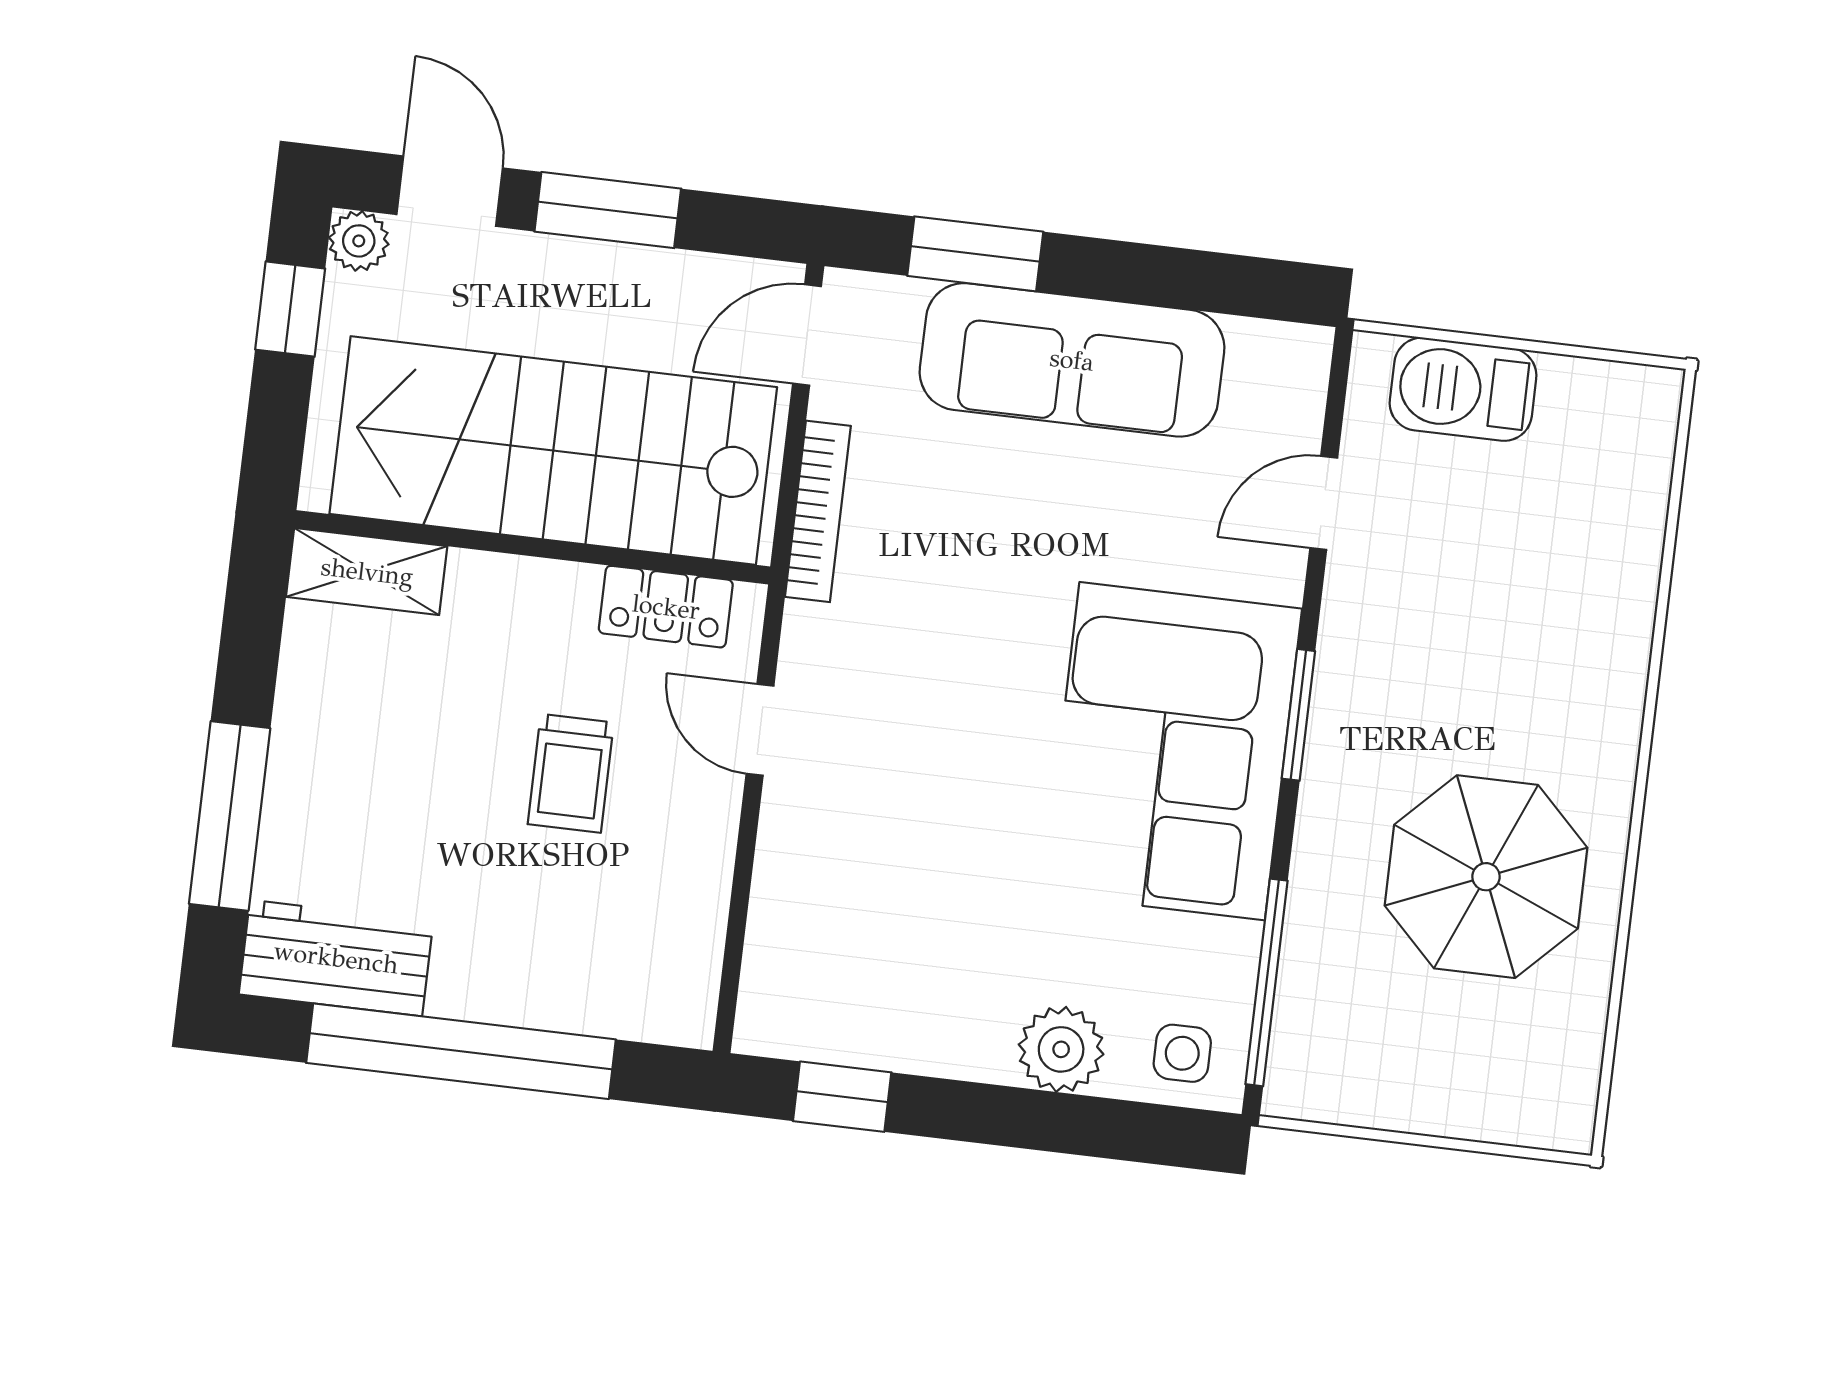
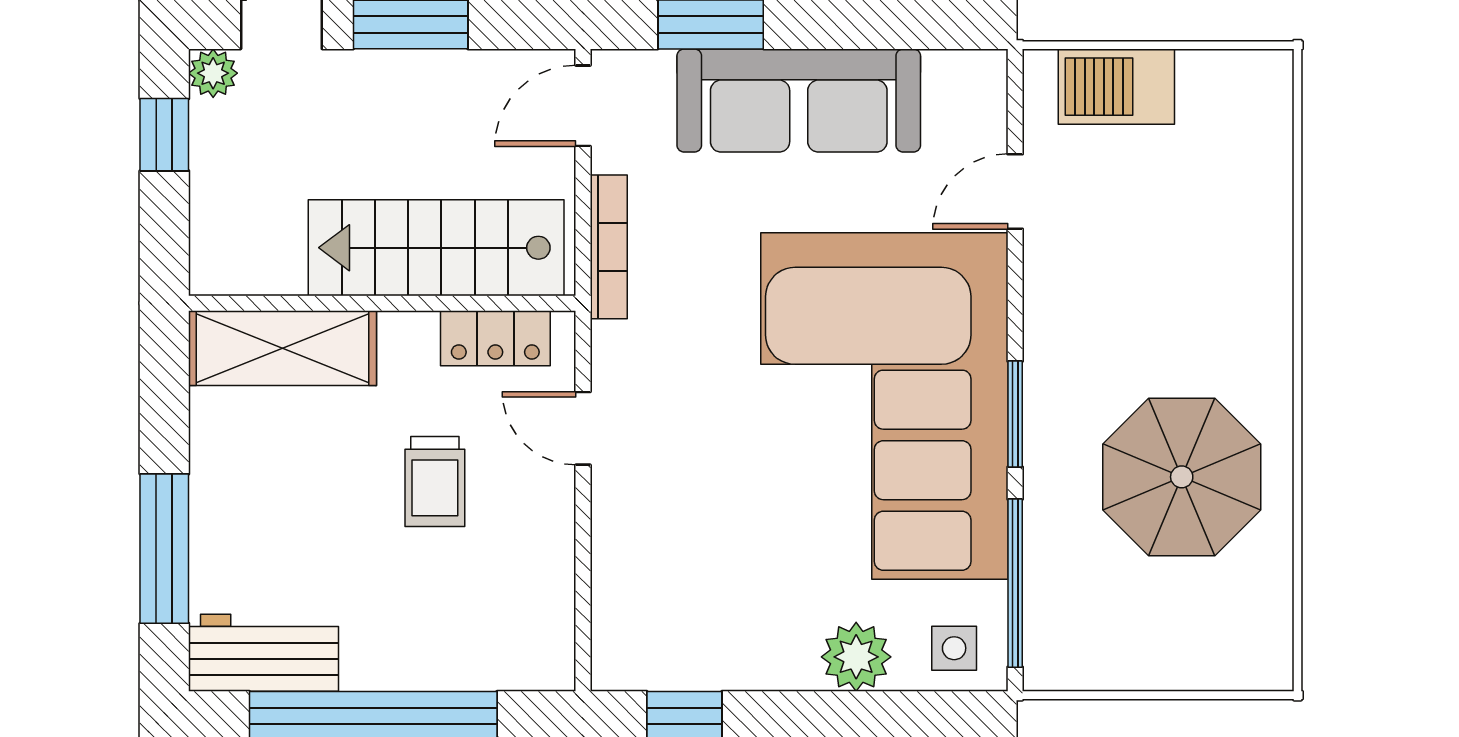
stairs: (553, 451) -> (436, 248), width x0.73, depth x0.66
shelving: (367, 572) -> (282, 348), width x1.50, depth x1.33
window: (1298, 715) -> (1015, 414), moved
corner sofa: (1172, 751) -> (884, 406), width x1.36, depth x1.36

